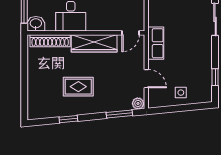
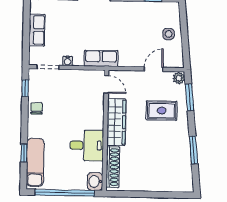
row of seats: (156, 43) -> (101, 58), moved
rug: (78, 87) -> (162, 111), moved, turned 90
window: (68, 119) -> (194, 150), width x1.50

